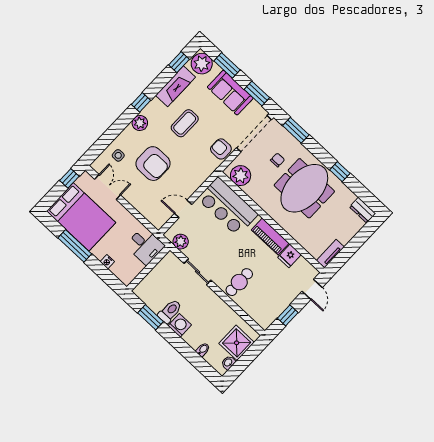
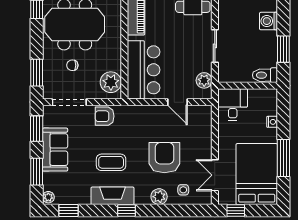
plant: (202, 64) -> (48, 197), width x0.53, depth x0.53
fireplace: (176, 86) -> (112, 196), moved
plant: (140, 123) -> (159, 197), moved
doorway: (254, 134) -> (69, 102), width x0.73
armchair: (221, 149) -> (105, 116), turned 90
toilet: (170, 311) -> (265, 75), moved

